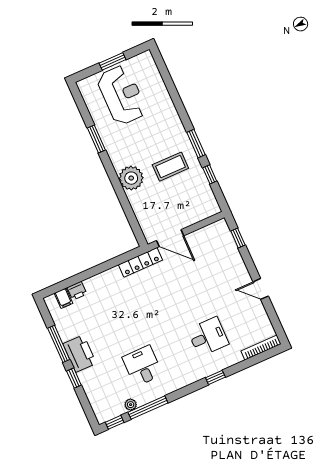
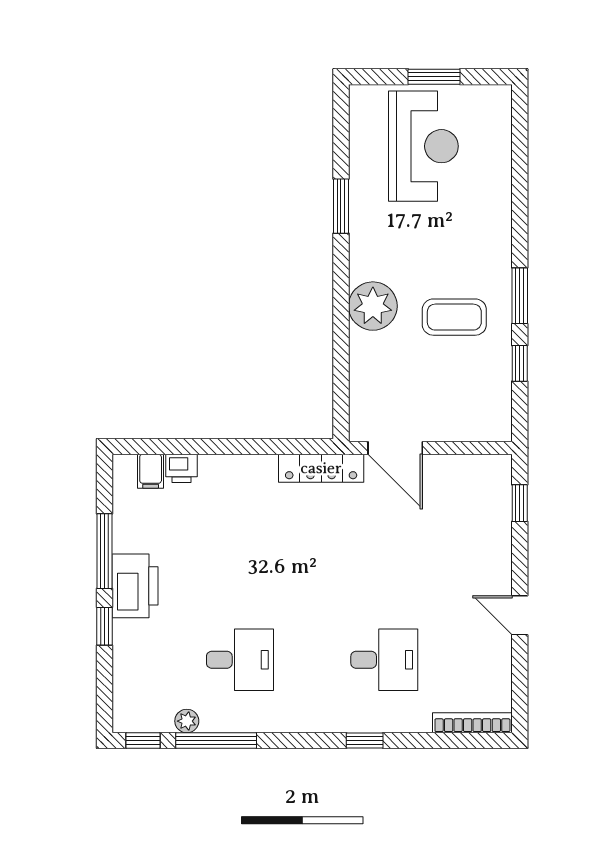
desk: (142, 366) -> (240, 660), turned 90

